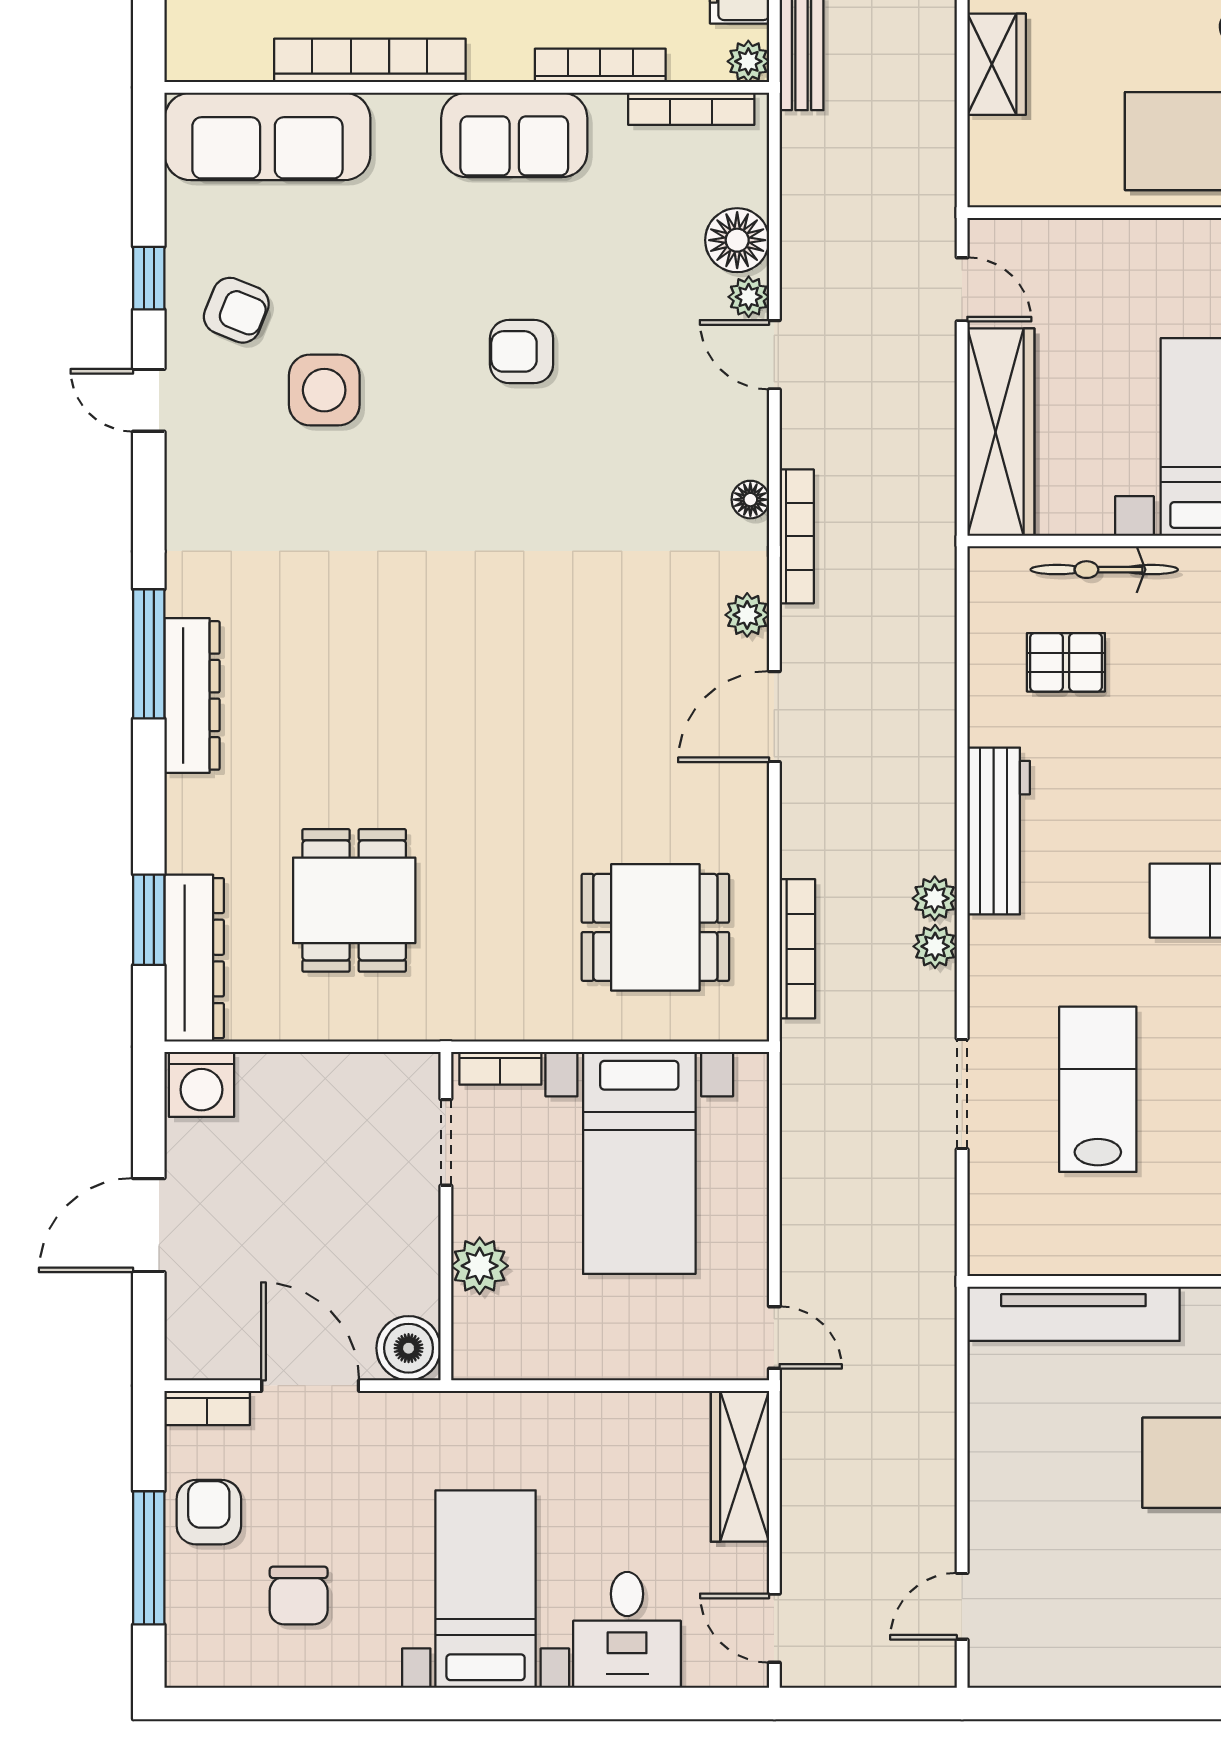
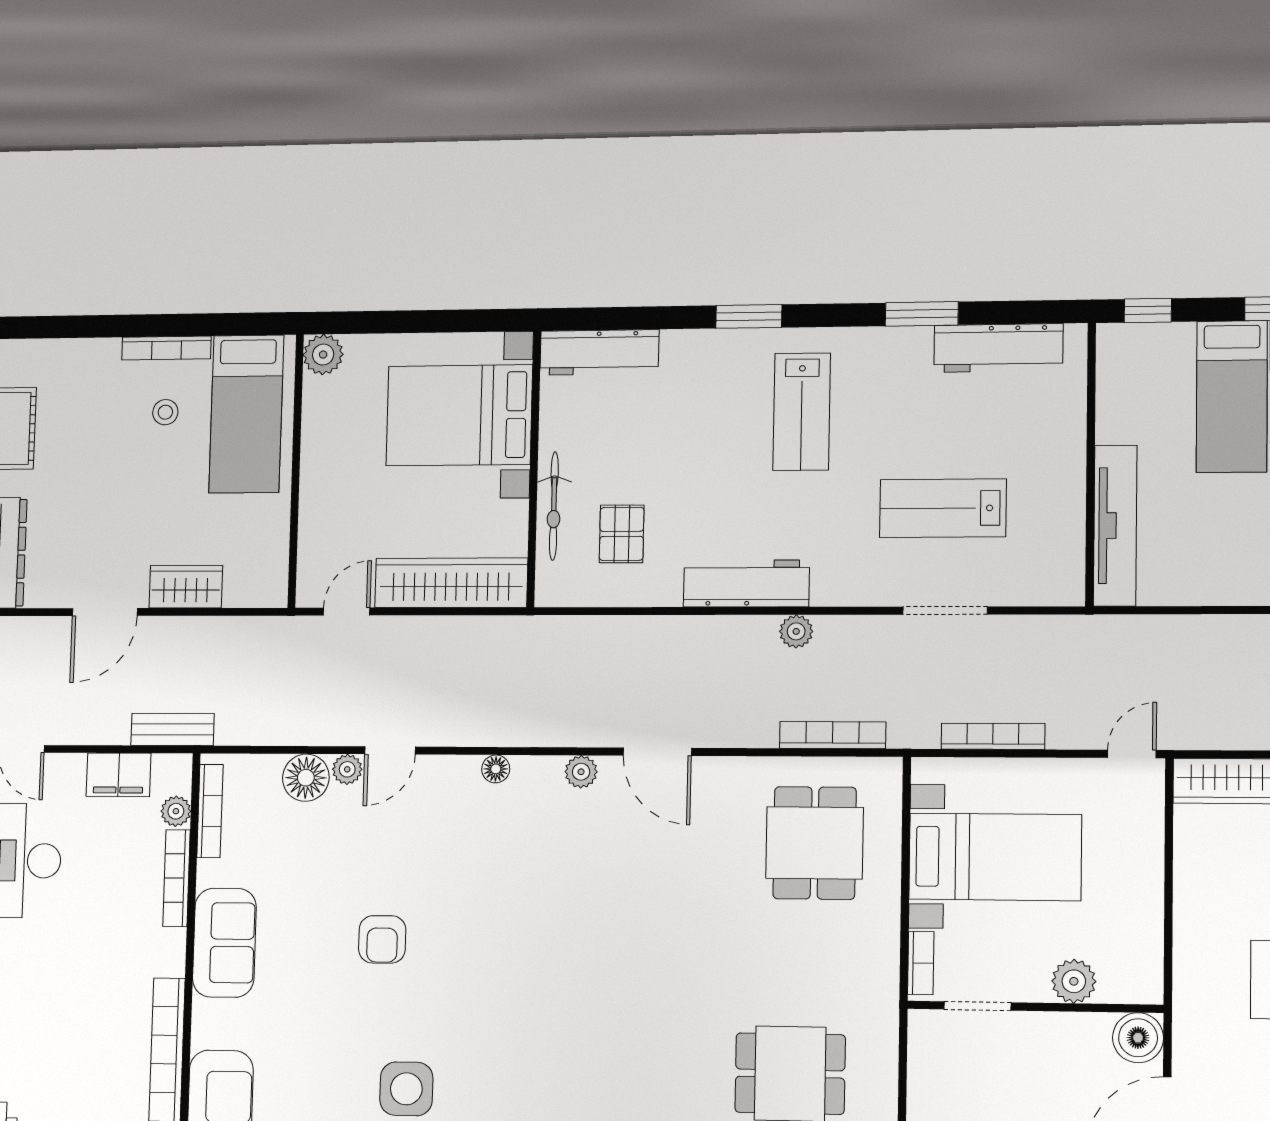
plant: (748, 61) -> (176, 811), moved
bookcase: (797, 536) -> (993, 736), moved
plant: (935, 946) -> (833, 631), removed

